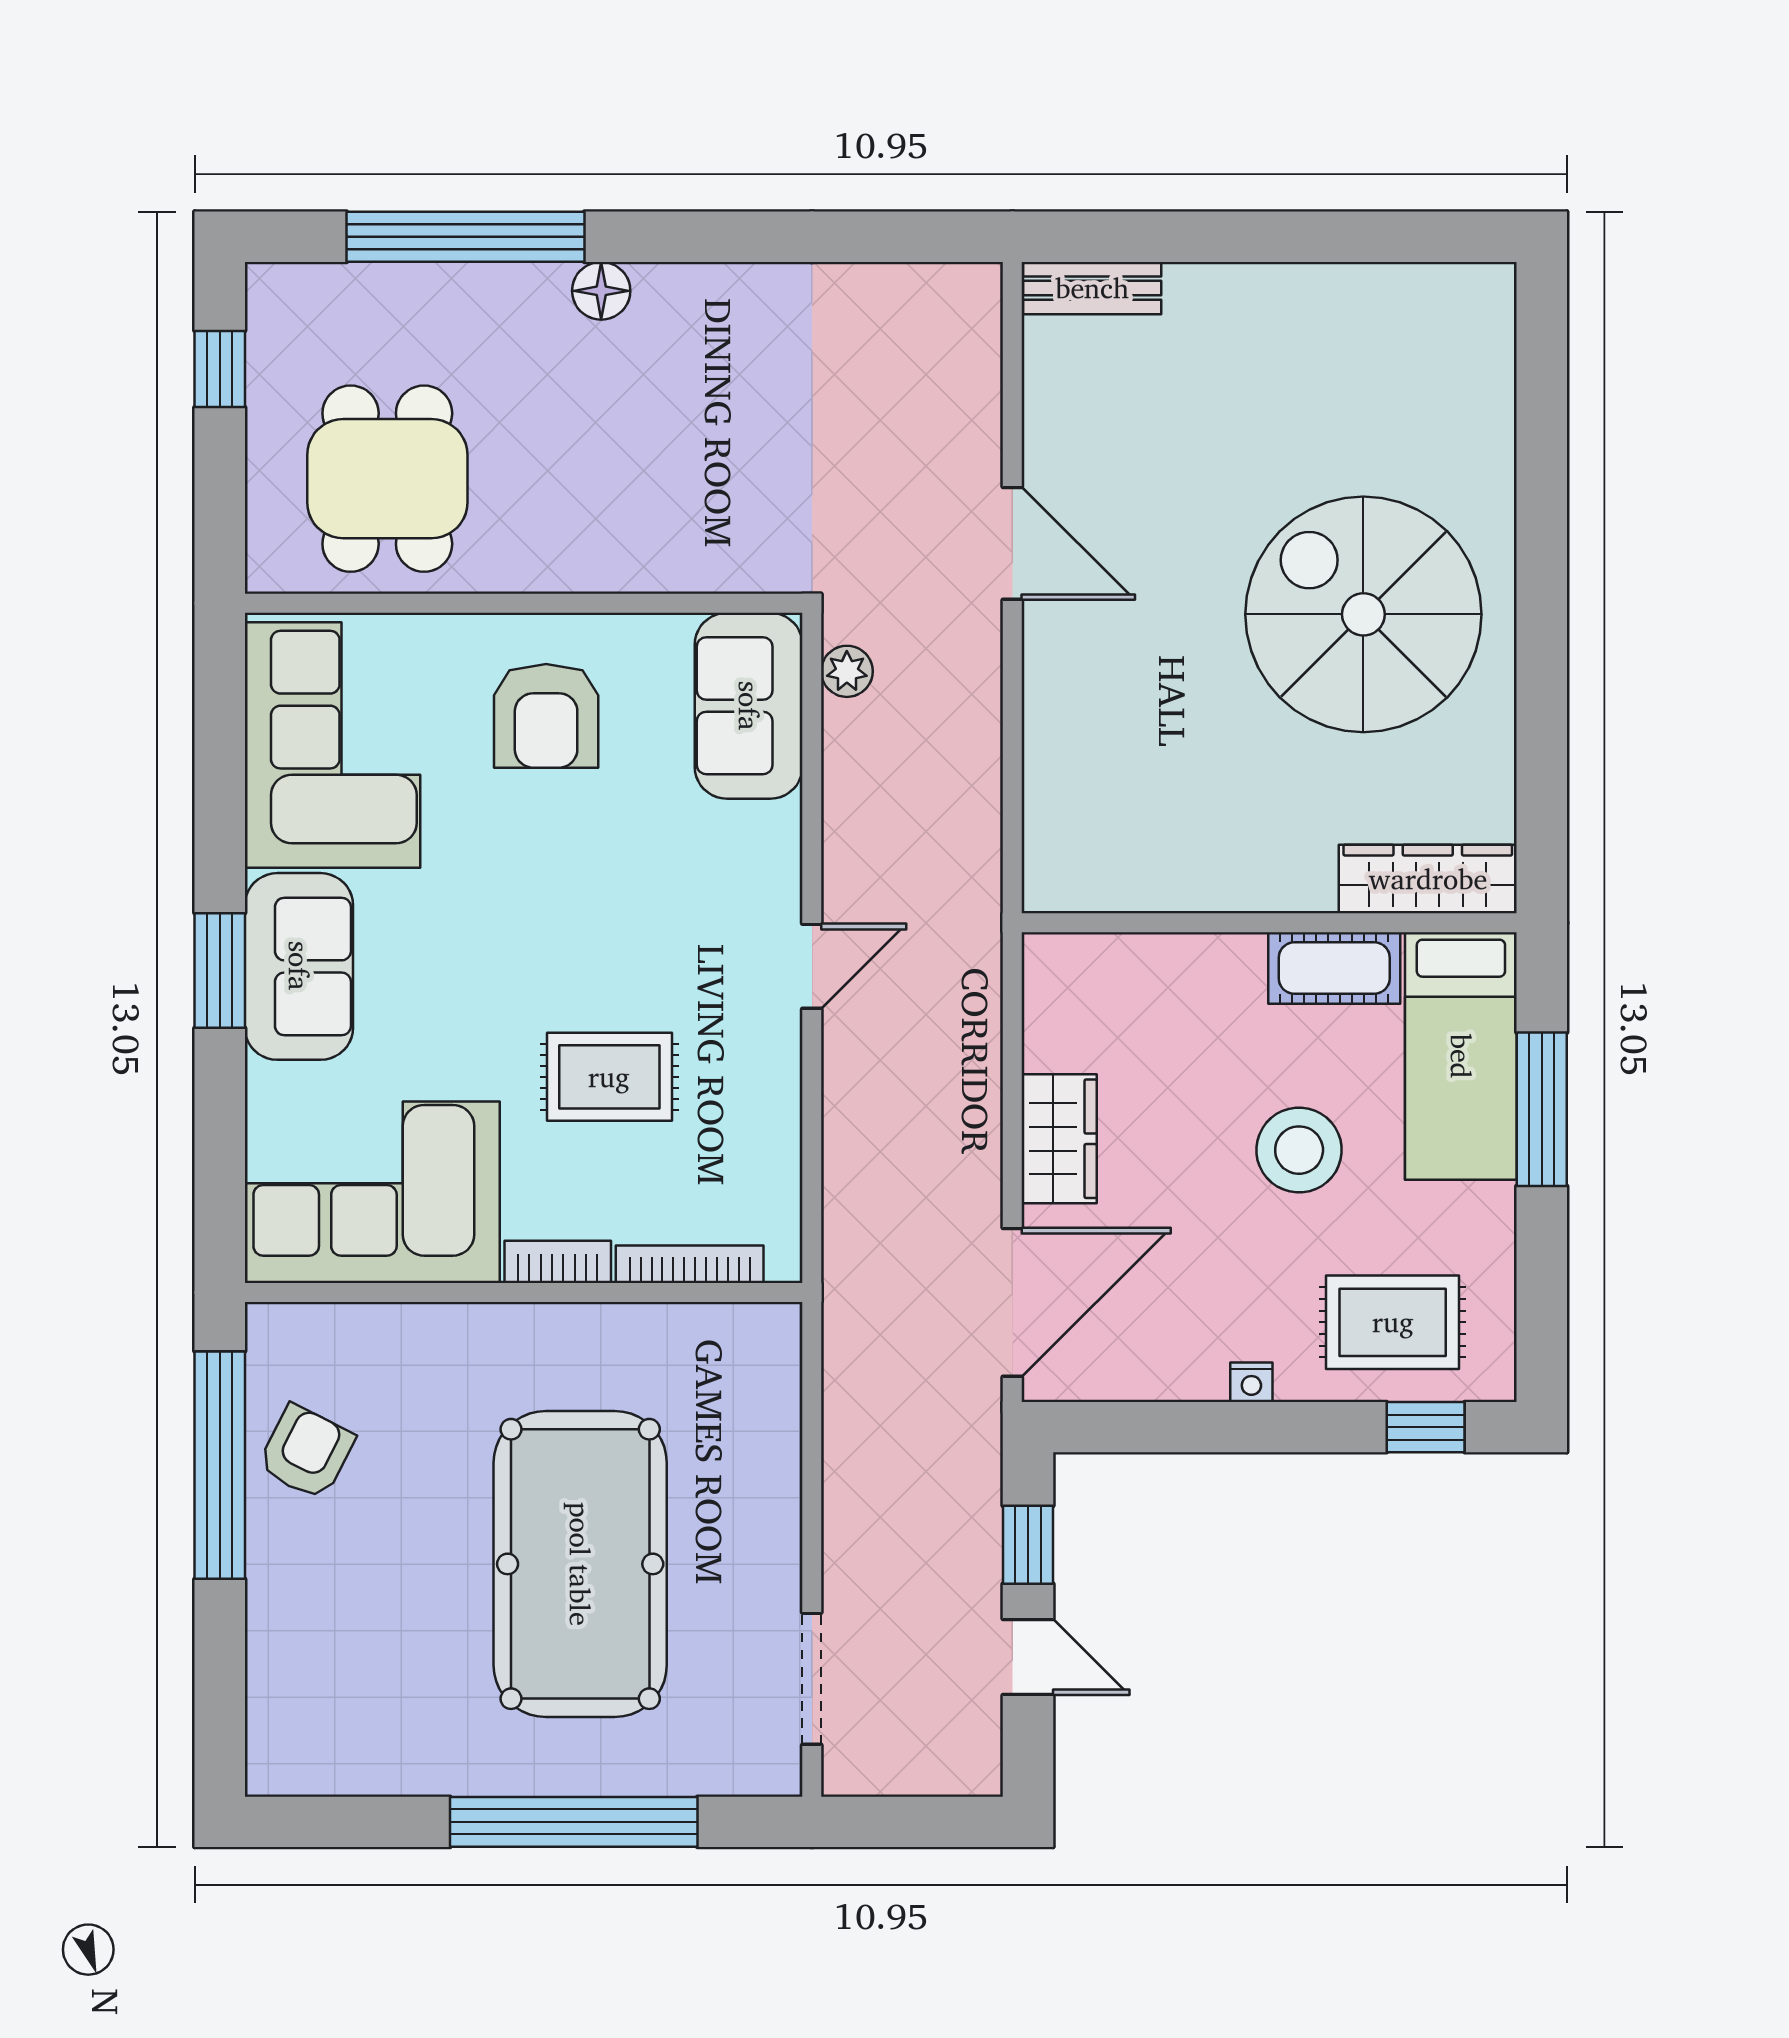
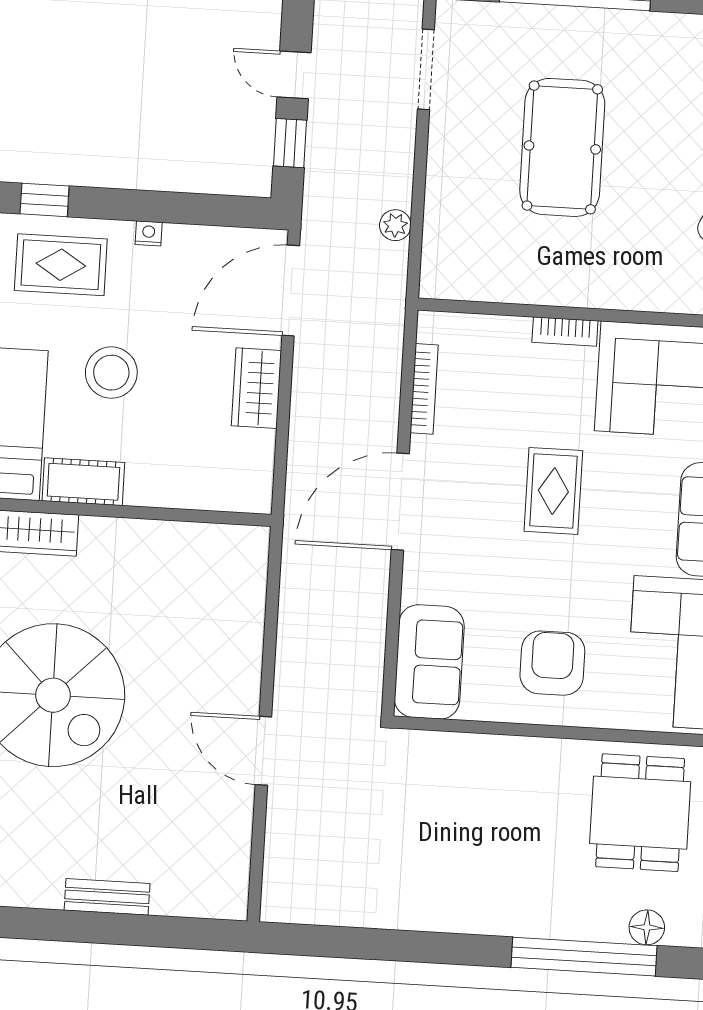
bench: (1092, 288) -> (107, 897), moved
floor lamp: (601, 291) -> (647, 927), moved
plant: (847, 671) -> (395, 225), moved
door: (812, 966) -> (400, 502), width x1.87
rug: (609, 1077) -> (553, 491), moved, turned 90
bookcase: (690, 1264) -> (424, 389), moved, turned -90
pool table: (580, 1564) -> (562, 147), width x0.73, depth x0.76

